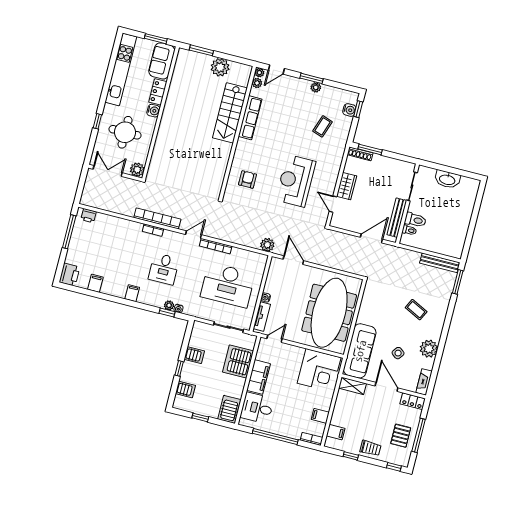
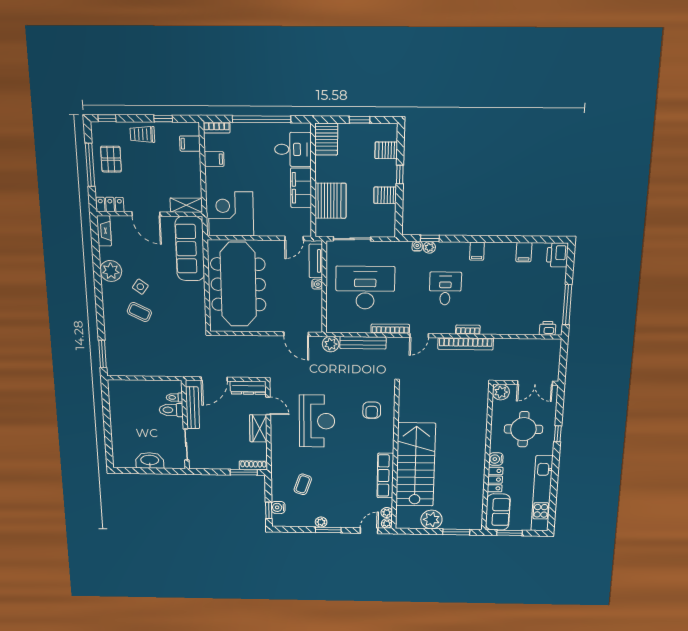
stairs: (230, 113) -> (416, 465), width x1.36, depth x1.51
dresser: (345, 224) -> (248, 388), added
bench: (440, 263) -> (363, 343), moved
side table: (398, 353) -> (140, 287), moved

